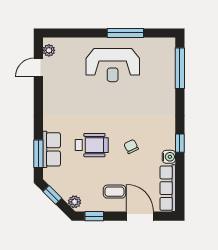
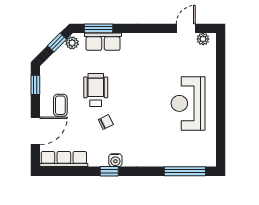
window: (125, 33) -> (221, 116), removed
door: (38, 67) -> (186, 28), hinge flipped
wheelchair: (92, 145) -> (96, 90), moved, turned 180
water cooler: (169, 157) -> (115, 160), moved
plant: (75, 202) -> (72, 43), moved

